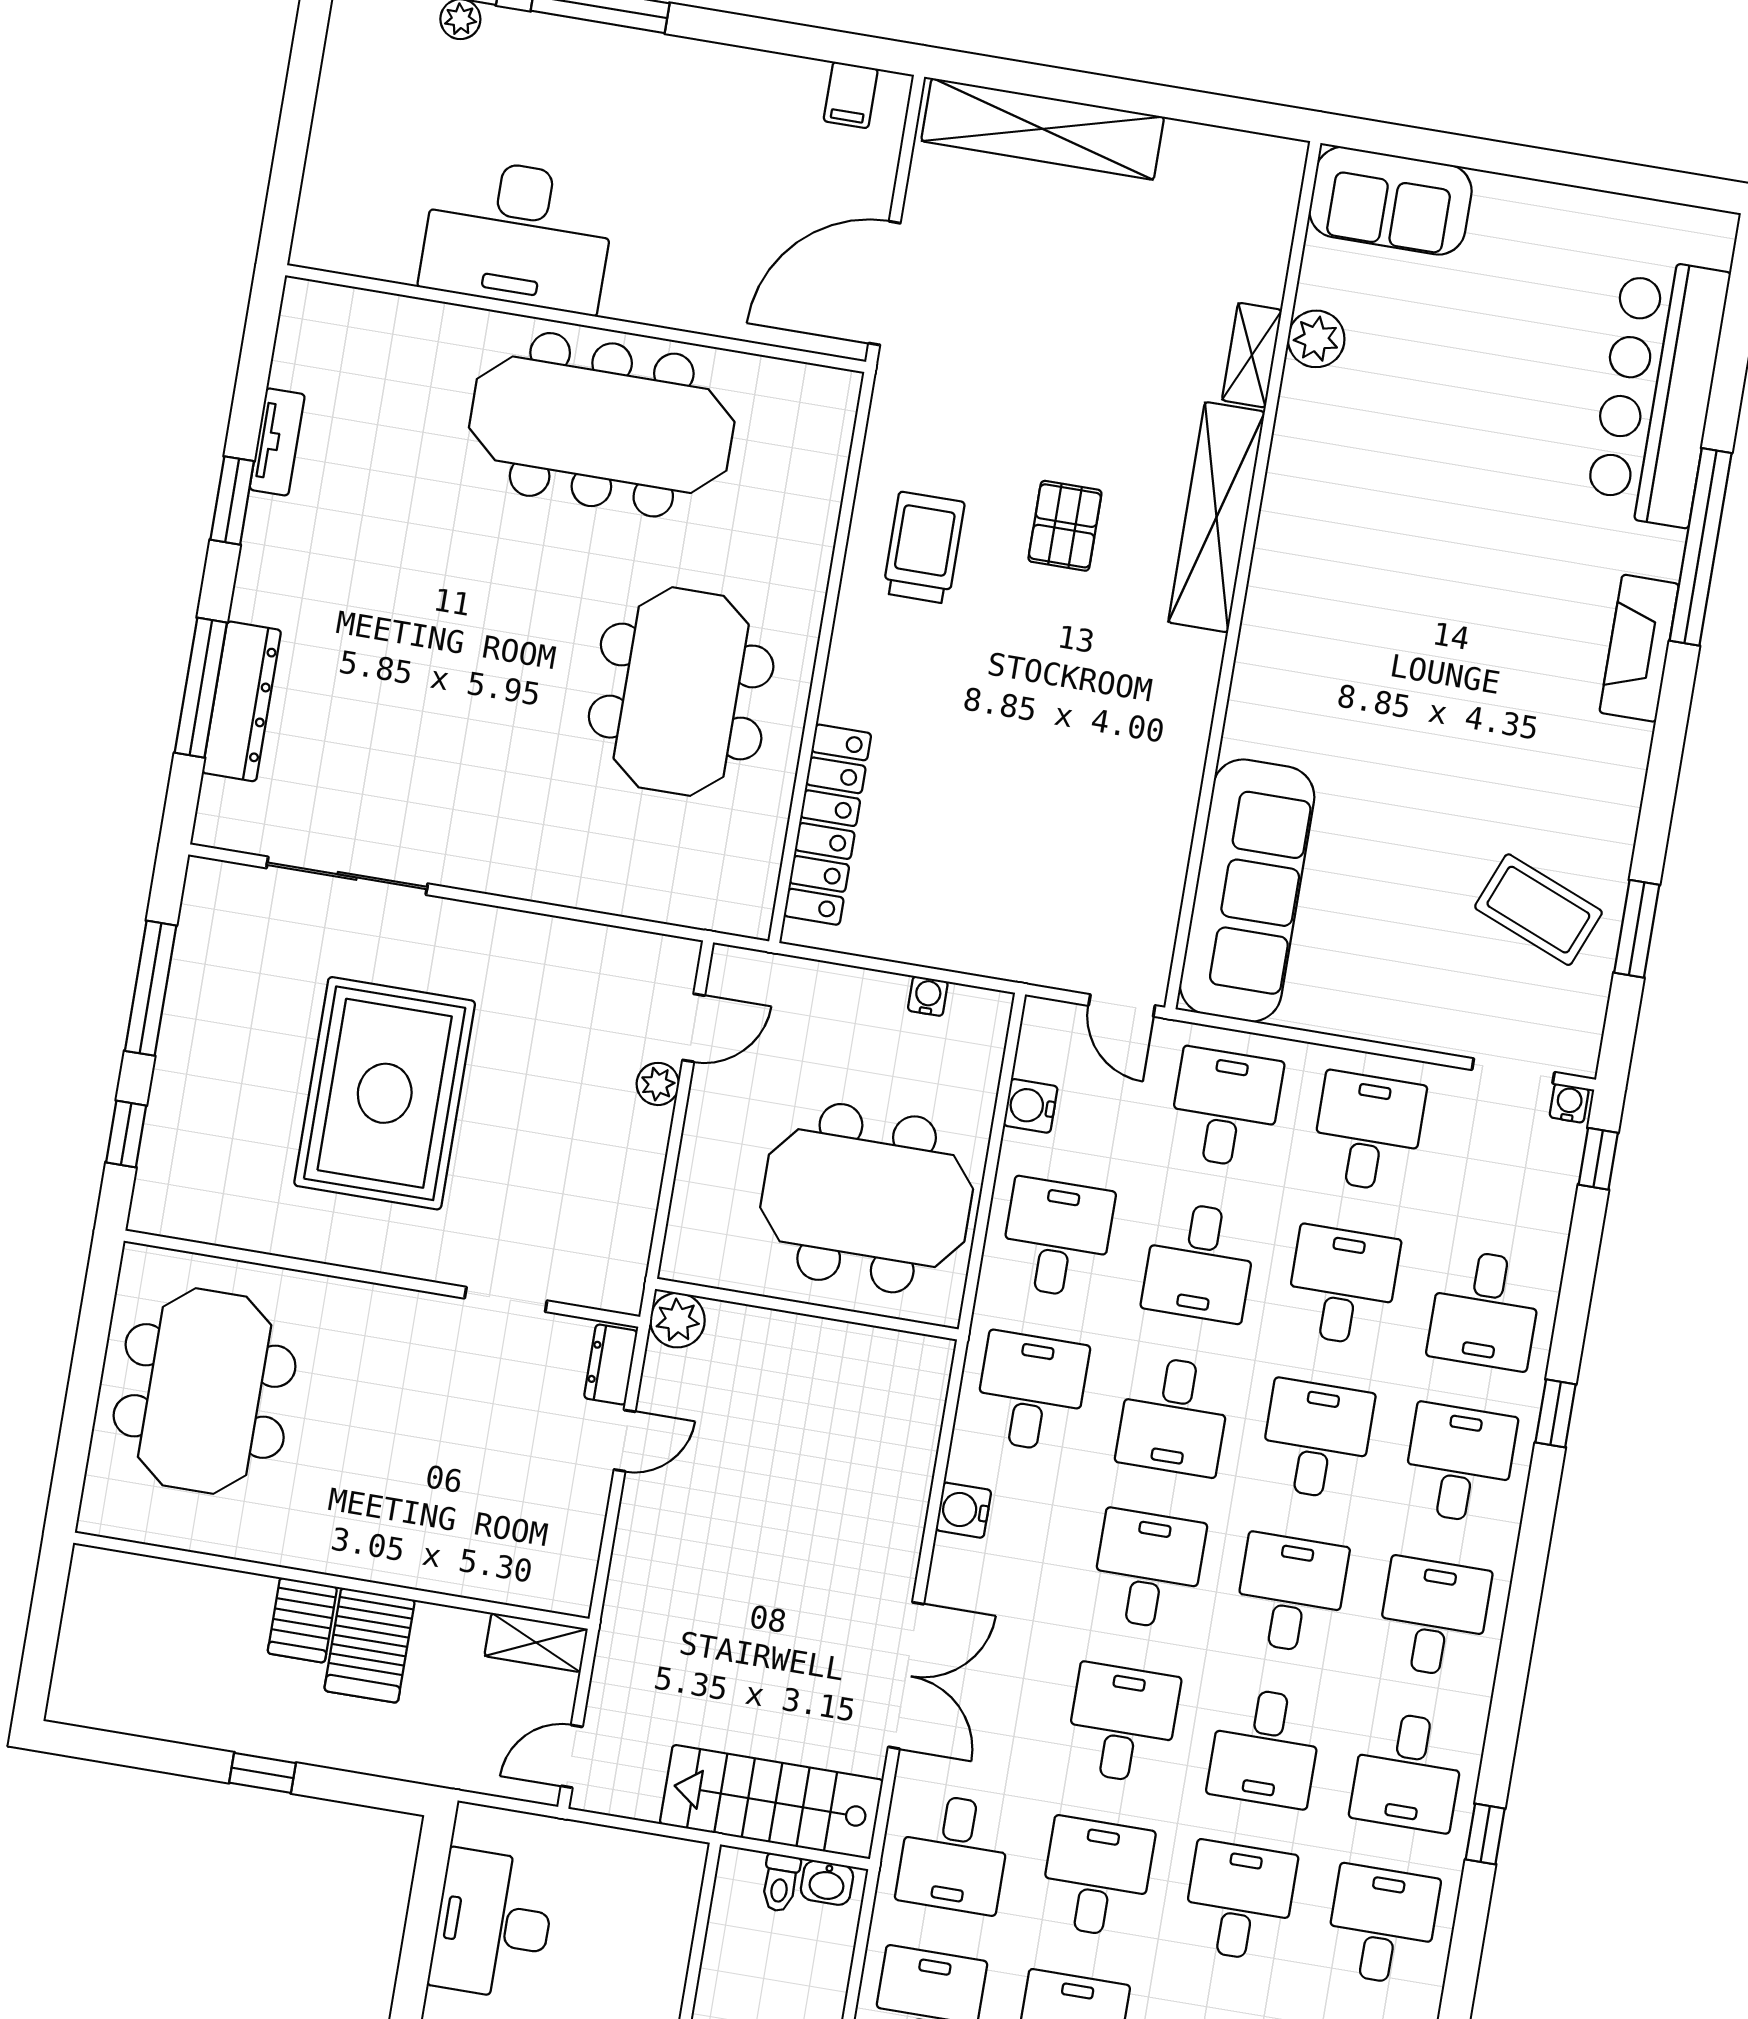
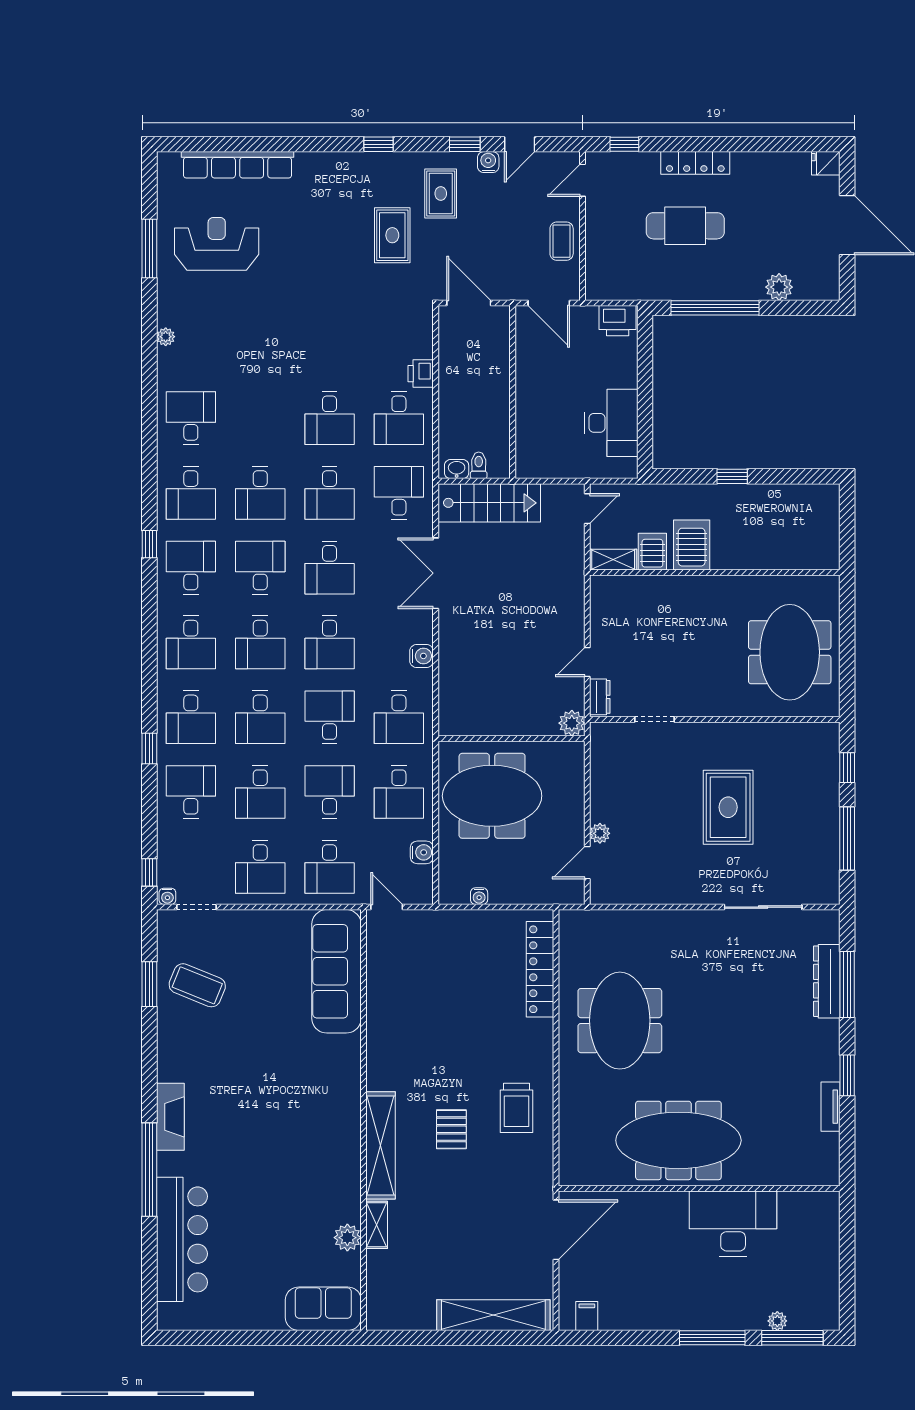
rug: (385, 1093) -> (728, 807), width x0.73, depth x0.69
server rack: (302, 1620) -> (652, 552), moved

